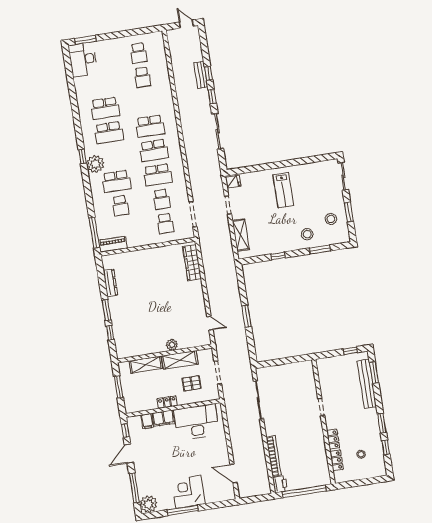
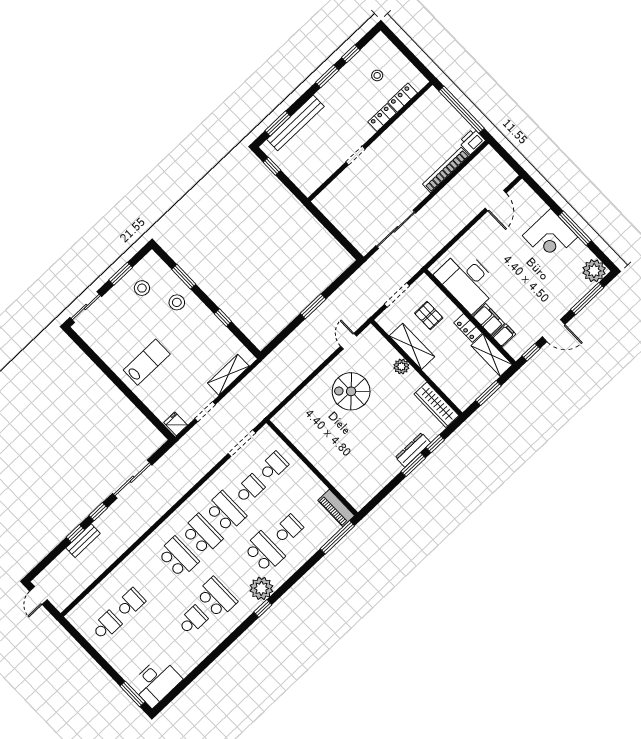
school desk: (105, 108) -> (193, 620), width x0.54
wardrobe: (192, 263) -> (436, 405), moved, turned 90
dresser: (110, 283) -> (413, 450), moved
spiral stairs: (178, 303) -> (351, 391), added
shelving: (146, 365) -> (492, 355), moved

